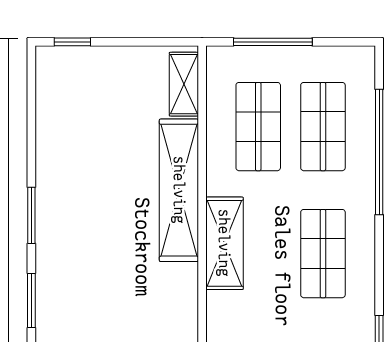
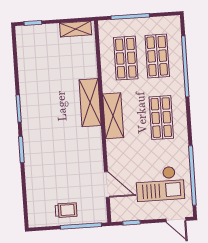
shelving: (184, 84) -> (76, 29), moved, turned 90
shelving: (179, 190) -> (90, 103), width x0.68

